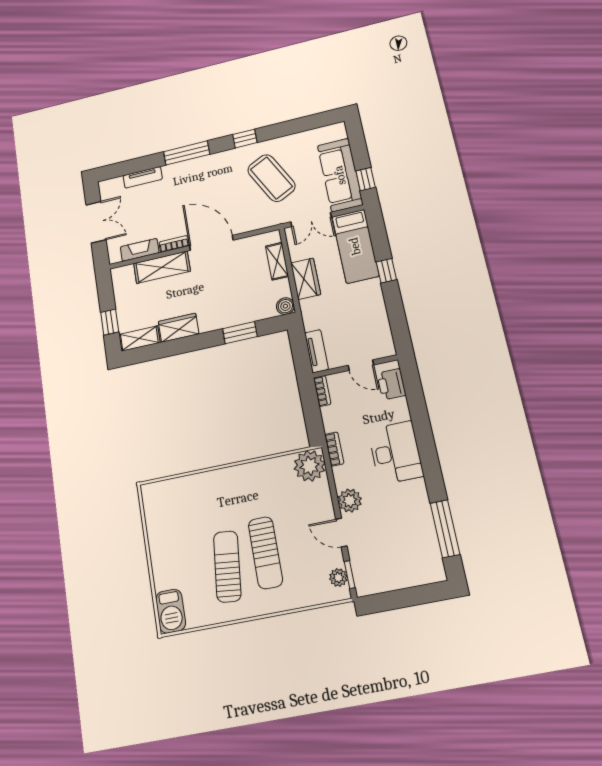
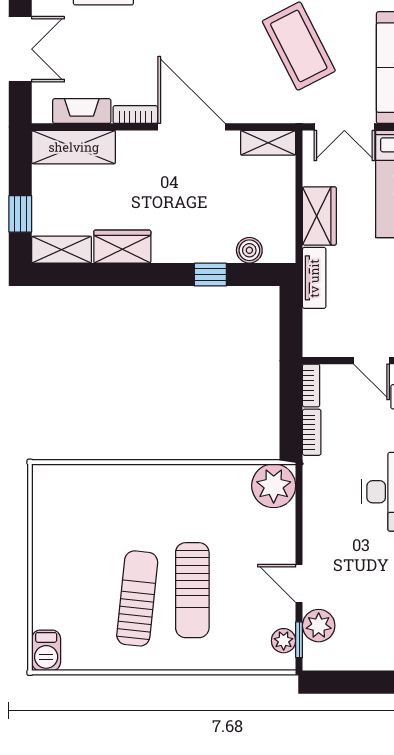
shelving: (277, 261) -> (268, 143), moved, turned 90
shelving: (162, 267) -> (74, 147), moved
boiler: (285, 306) -> (249, 250), moved
window: (240, 333) -> (210, 275), width x0.67
tv unit: (316, 351) -> (314, 278), moved
bookcase: (334, 449) -> (312, 432), moved
plant: (350, 501) -> (319, 626), moved
barbecue: (171, 611) -> (46, 650), width x0.73, depth x0.79

